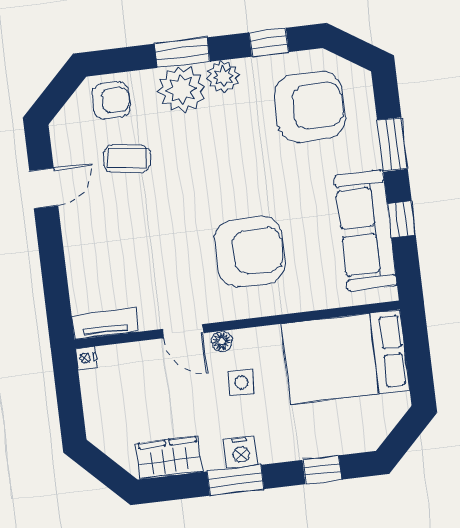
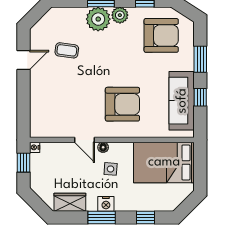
armchair: (111, 101) -> (62, 20), removed
tv unit: (105, 324) -> (46, 131), removed
window: (68, 391) -> (24, 163), added

